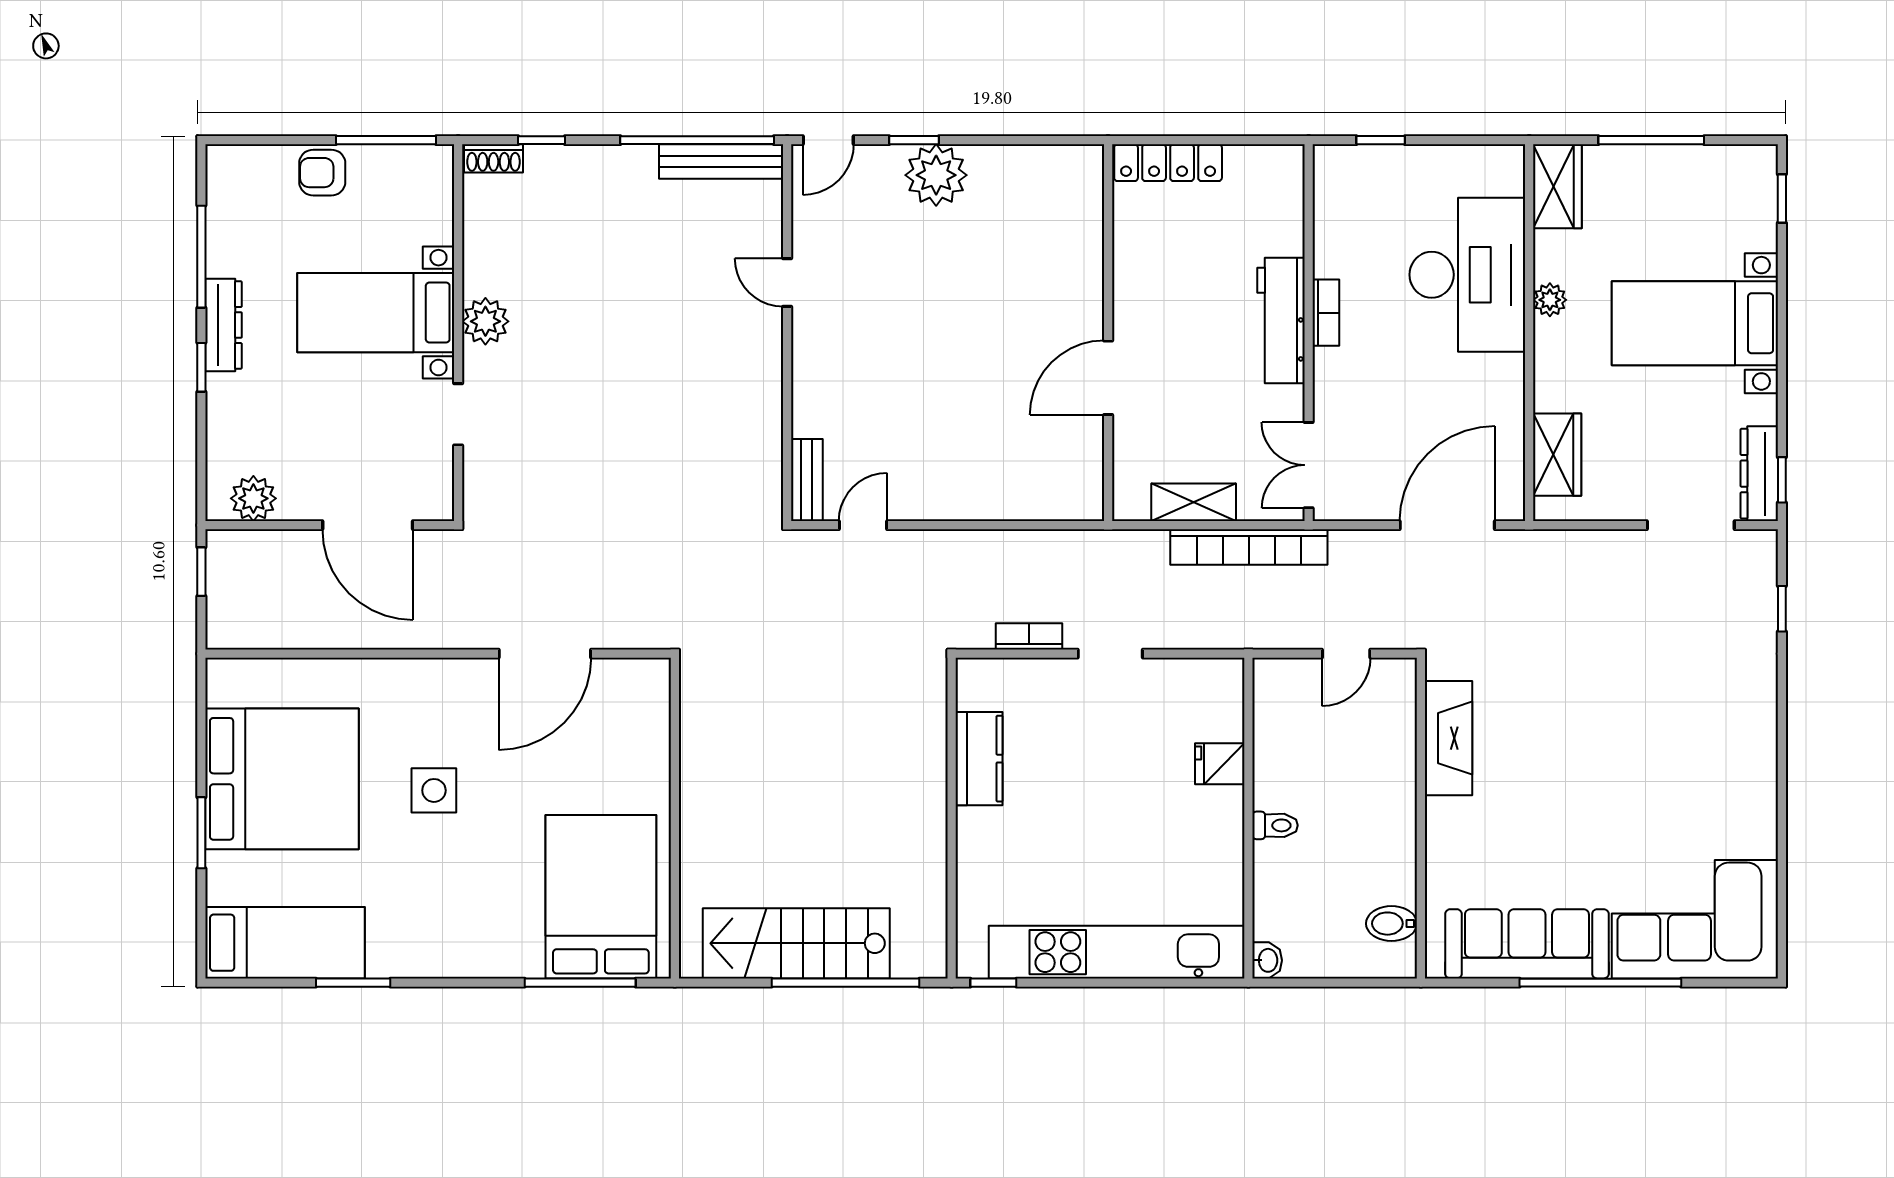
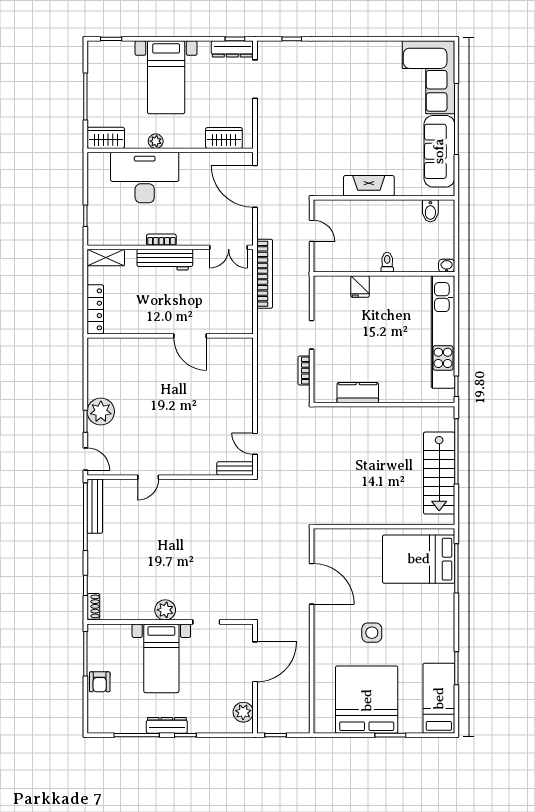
shelving: (1194, 502) -> (106, 258), moved, turned 90
fireplace: (1448, 738) -> (369, 186), moved

